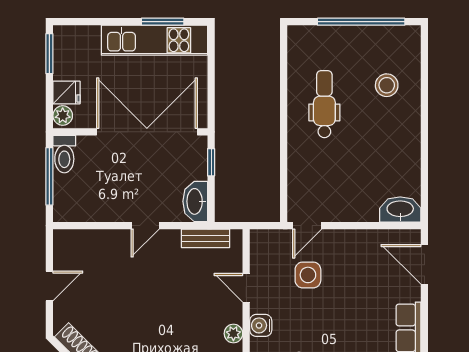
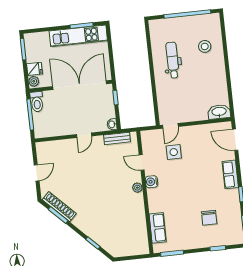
washbasin: (195, 201) -> (112, 124), width x0.52, depth x0.69

